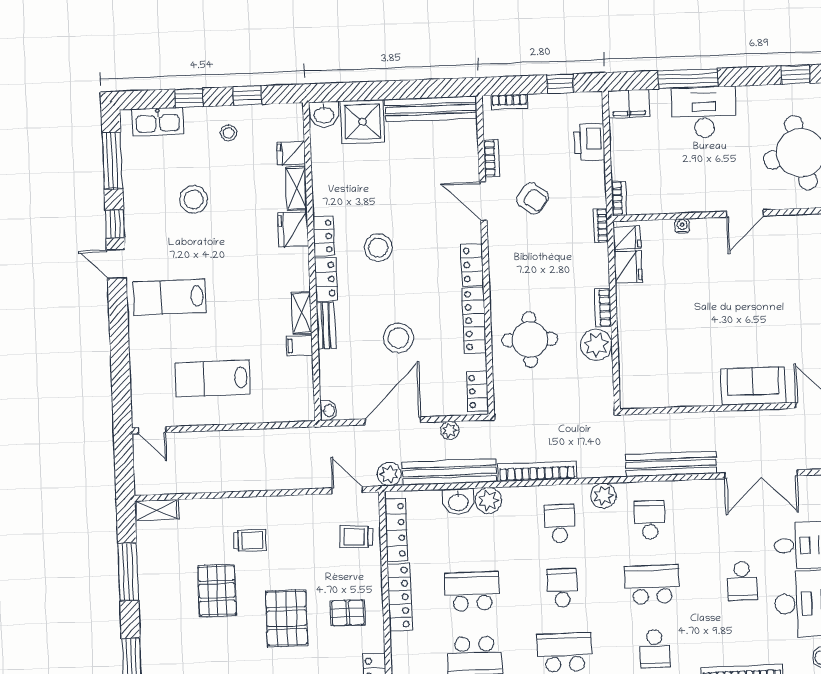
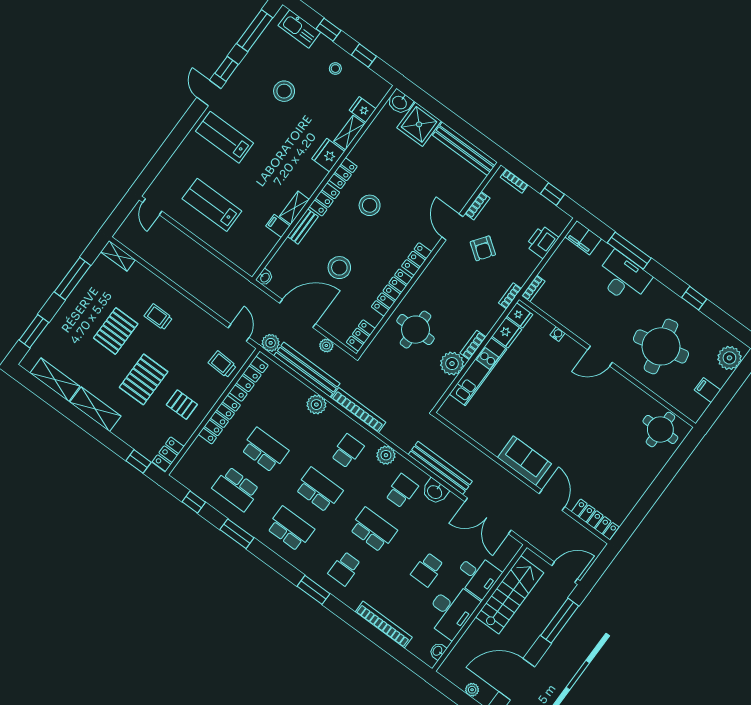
kitchen unit: (630, 331) -> (478, 372), added
washbasin: (458, 502) -> (435, 492), moved
trolley: (250, 540) -> (158, 317), turned 180
school desk: (562, 588) -> (319, 490), width x1.85

